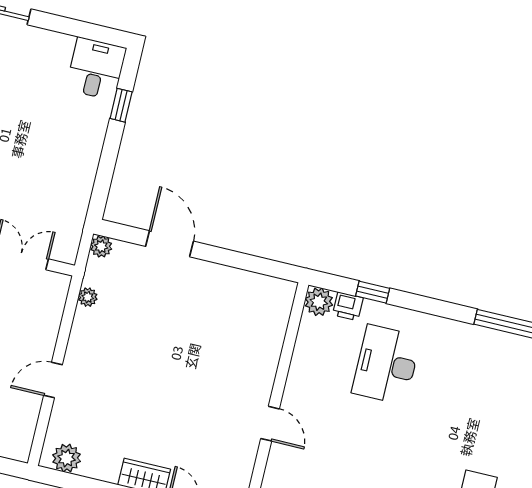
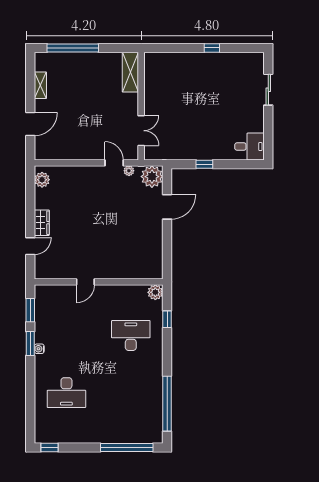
window: (121, 105) -> (204, 164), moved
plant: (101, 246) -> (152, 177), width x1.88, depth x1.88
printer: (348, 306) -> (157, 308), removed
door: (53, 380) -> (114, 163), moved

